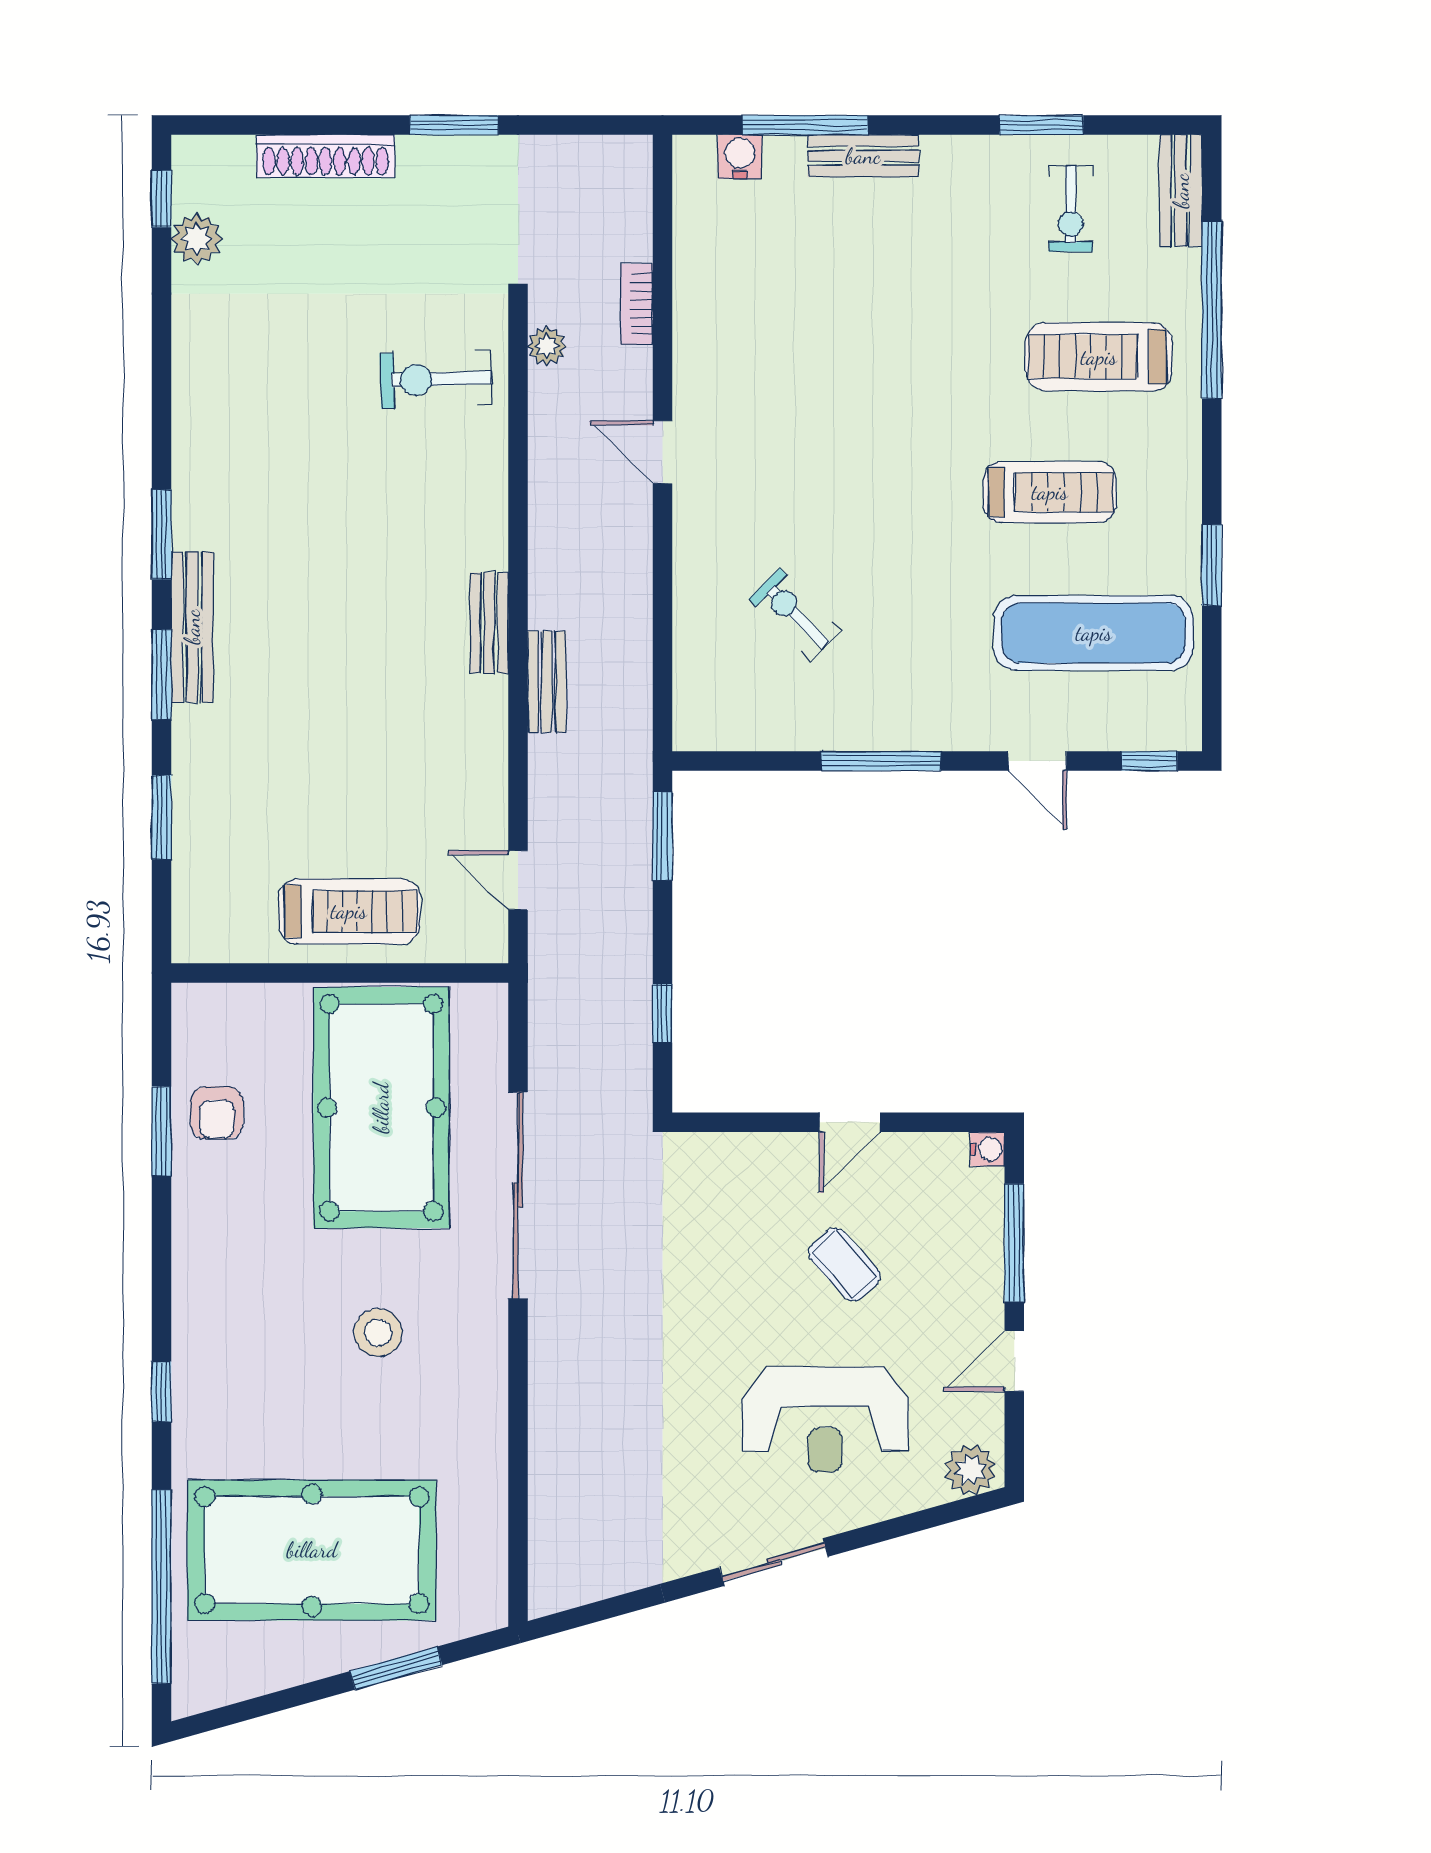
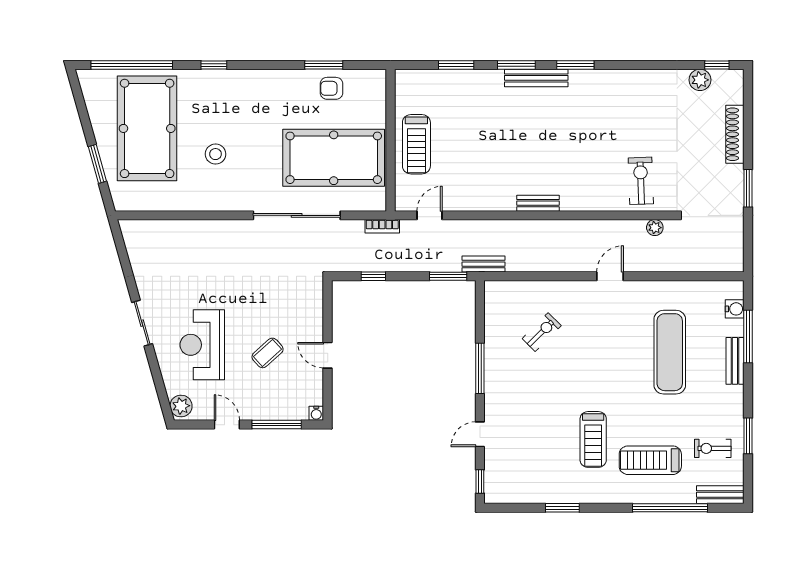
bookcase: (637, 304) -> (382, 226), moved, turned 180
treadmill: (1099, 357) -> (650, 460), turned -90
exercise mat: (1094, 633) -> (670, 352), moved
bench: (547, 682) -> (484, 264), moved
stool: (378, 1333) -> (215, 154), moved

